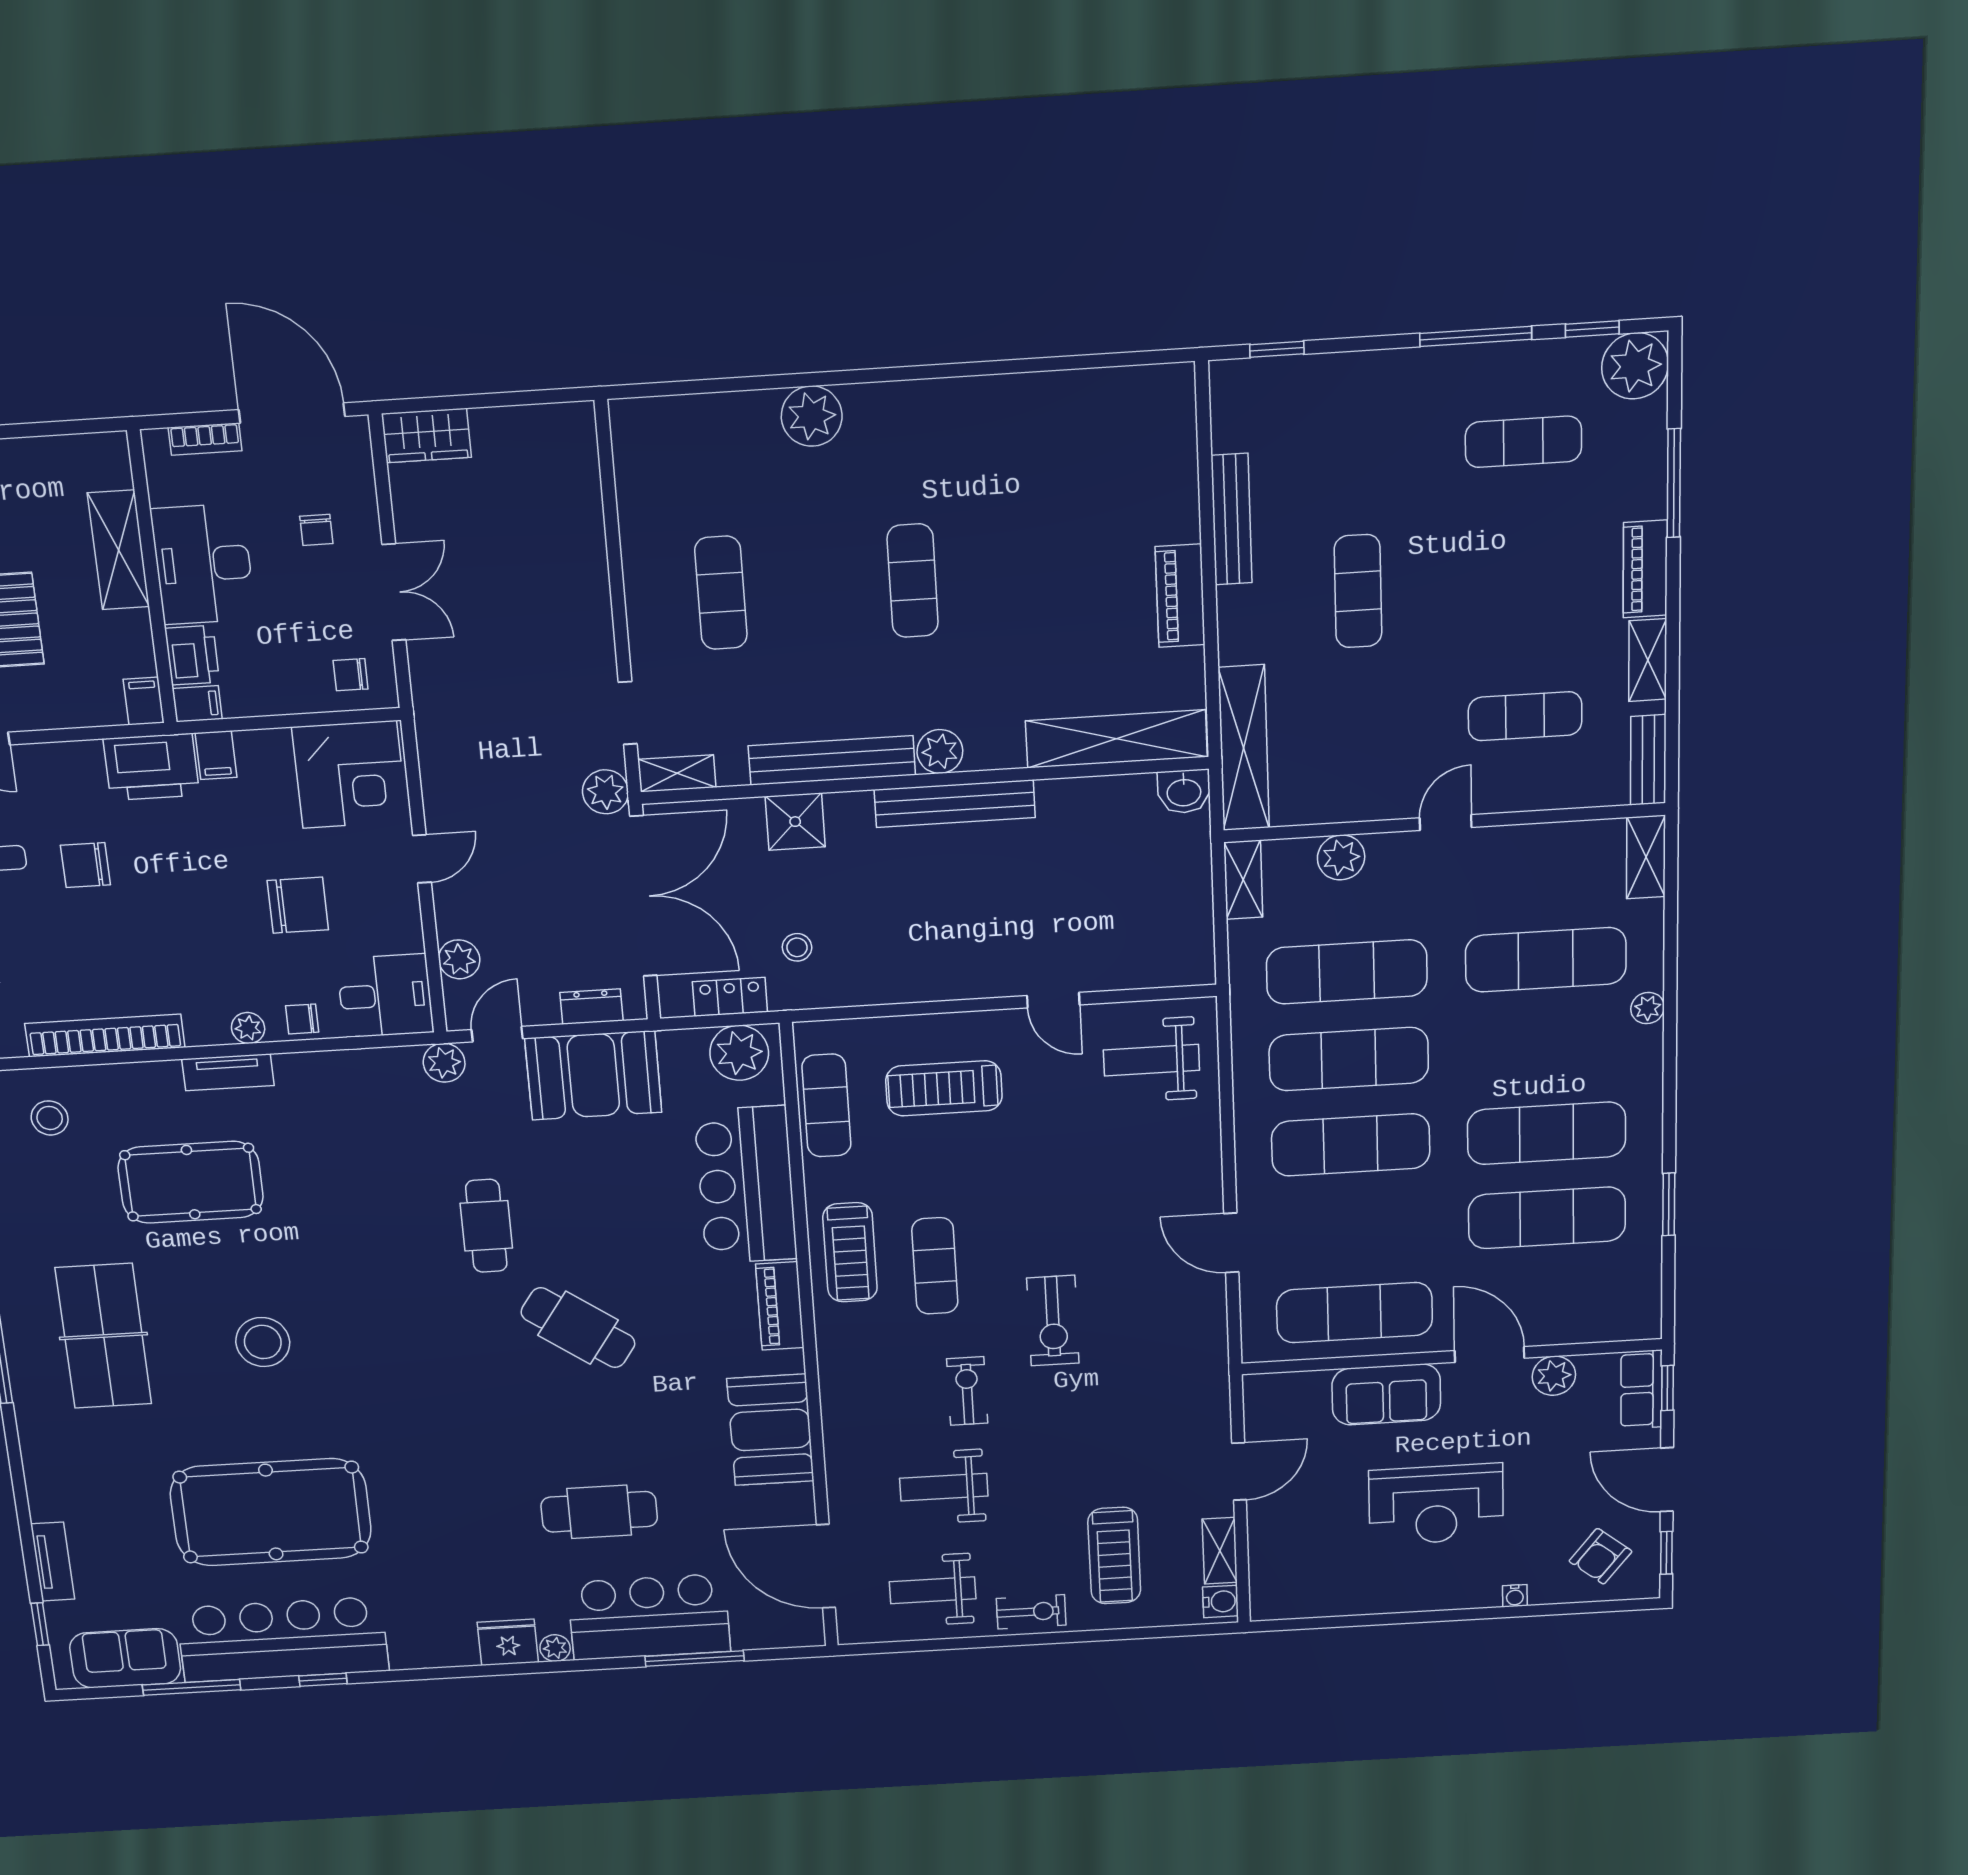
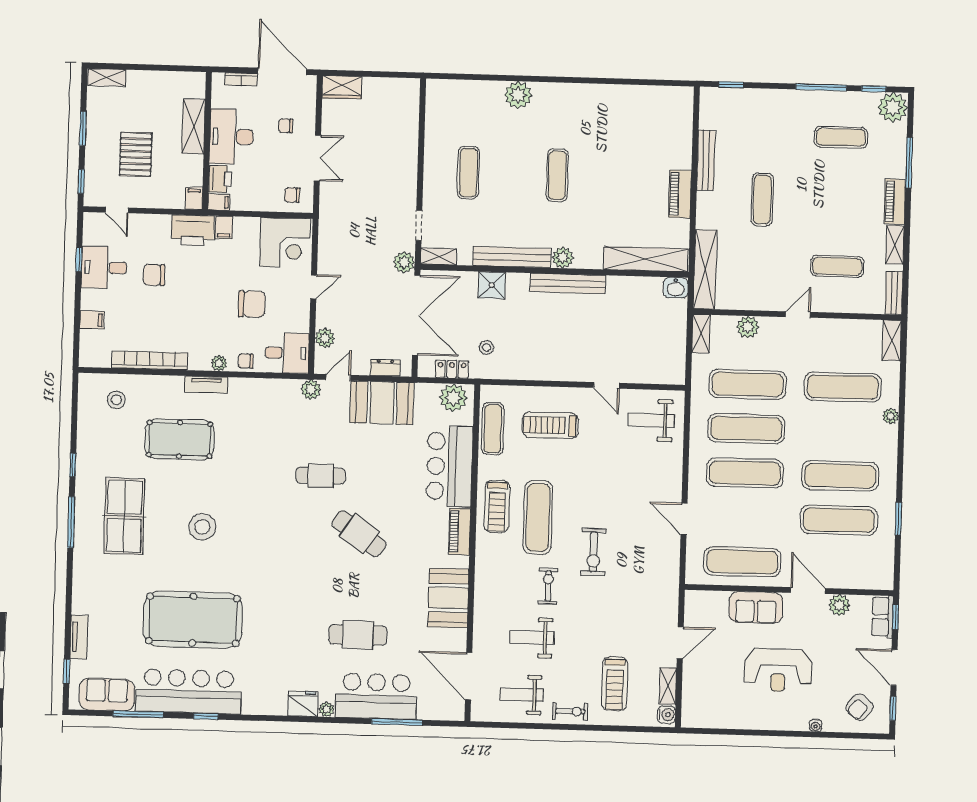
chair: (316, 530) -> (286, 126), turned 90
cafe table: (486, 1226) -> (321, 476), turned 90
exercise mat: (935, 1266) -> (538, 517), width x1.36, depth x1.45

